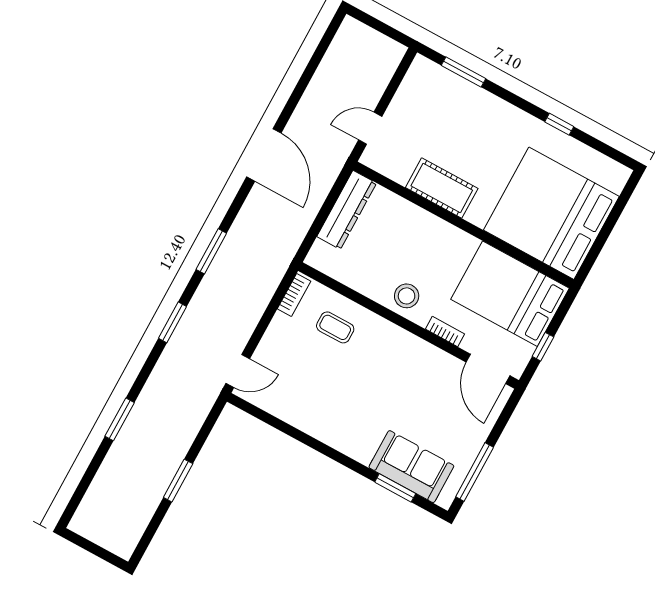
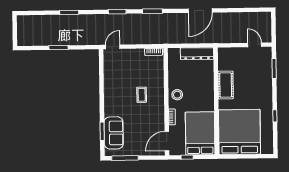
door: (370, 128) -> (255, 45), moved
coffee table: (335, 327) -> (142, 95), moved
door: (238, 371) -> (113, 47), swing flipped

